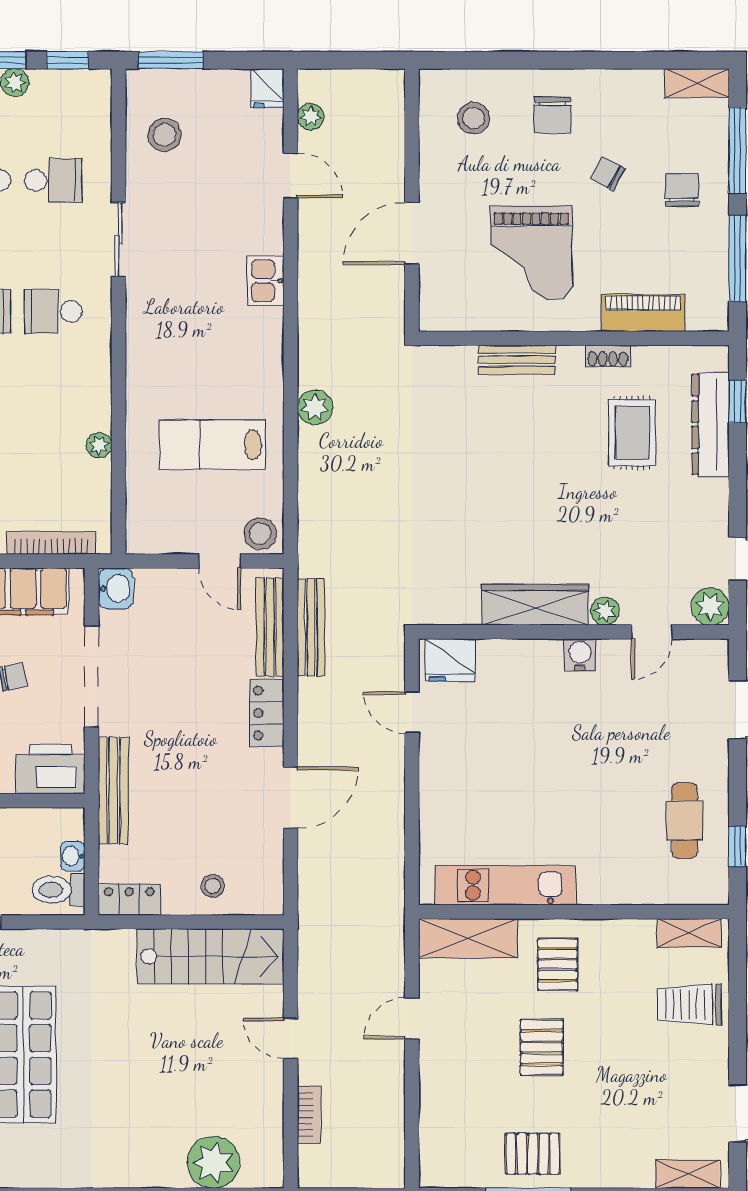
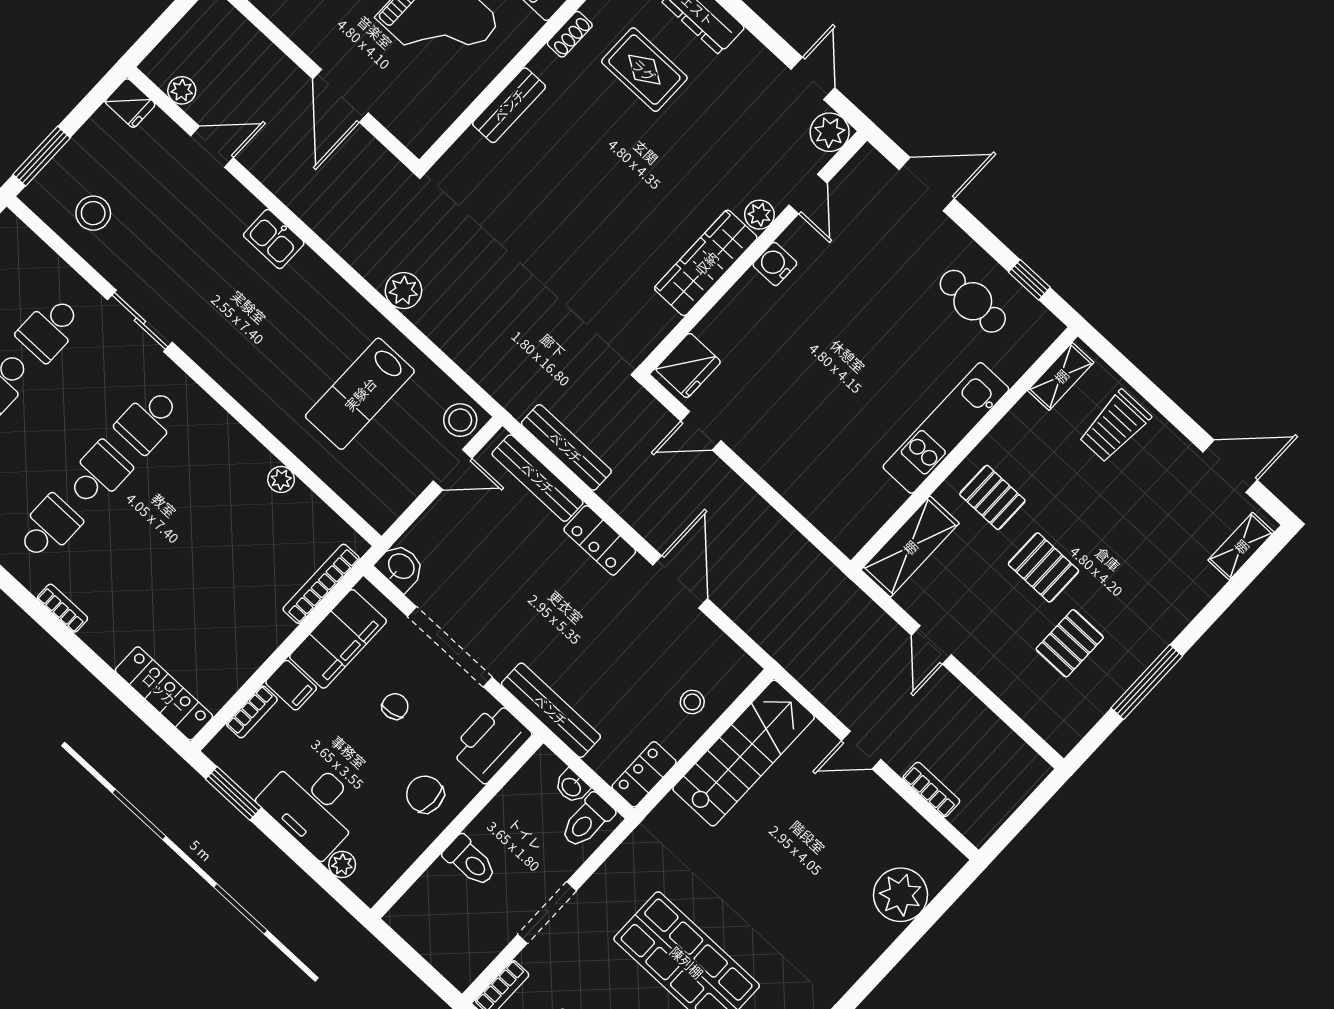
school desk: (53, 180) -> (50, 329), turned 180
kitchen unit: (505, 885) -> (946, 428), moved
pallet: (533, 1154) -> (1070, 643), moved

